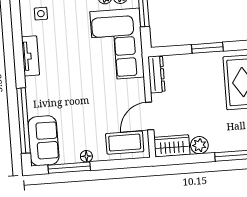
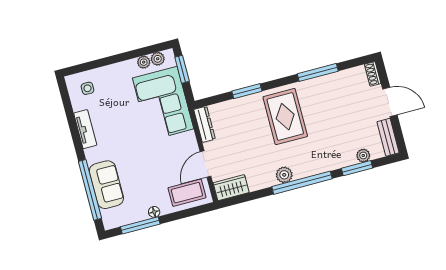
sofa: (43, 141) -> (106, 185), moved
plant: (199, 145) -> (284, 175), moved

